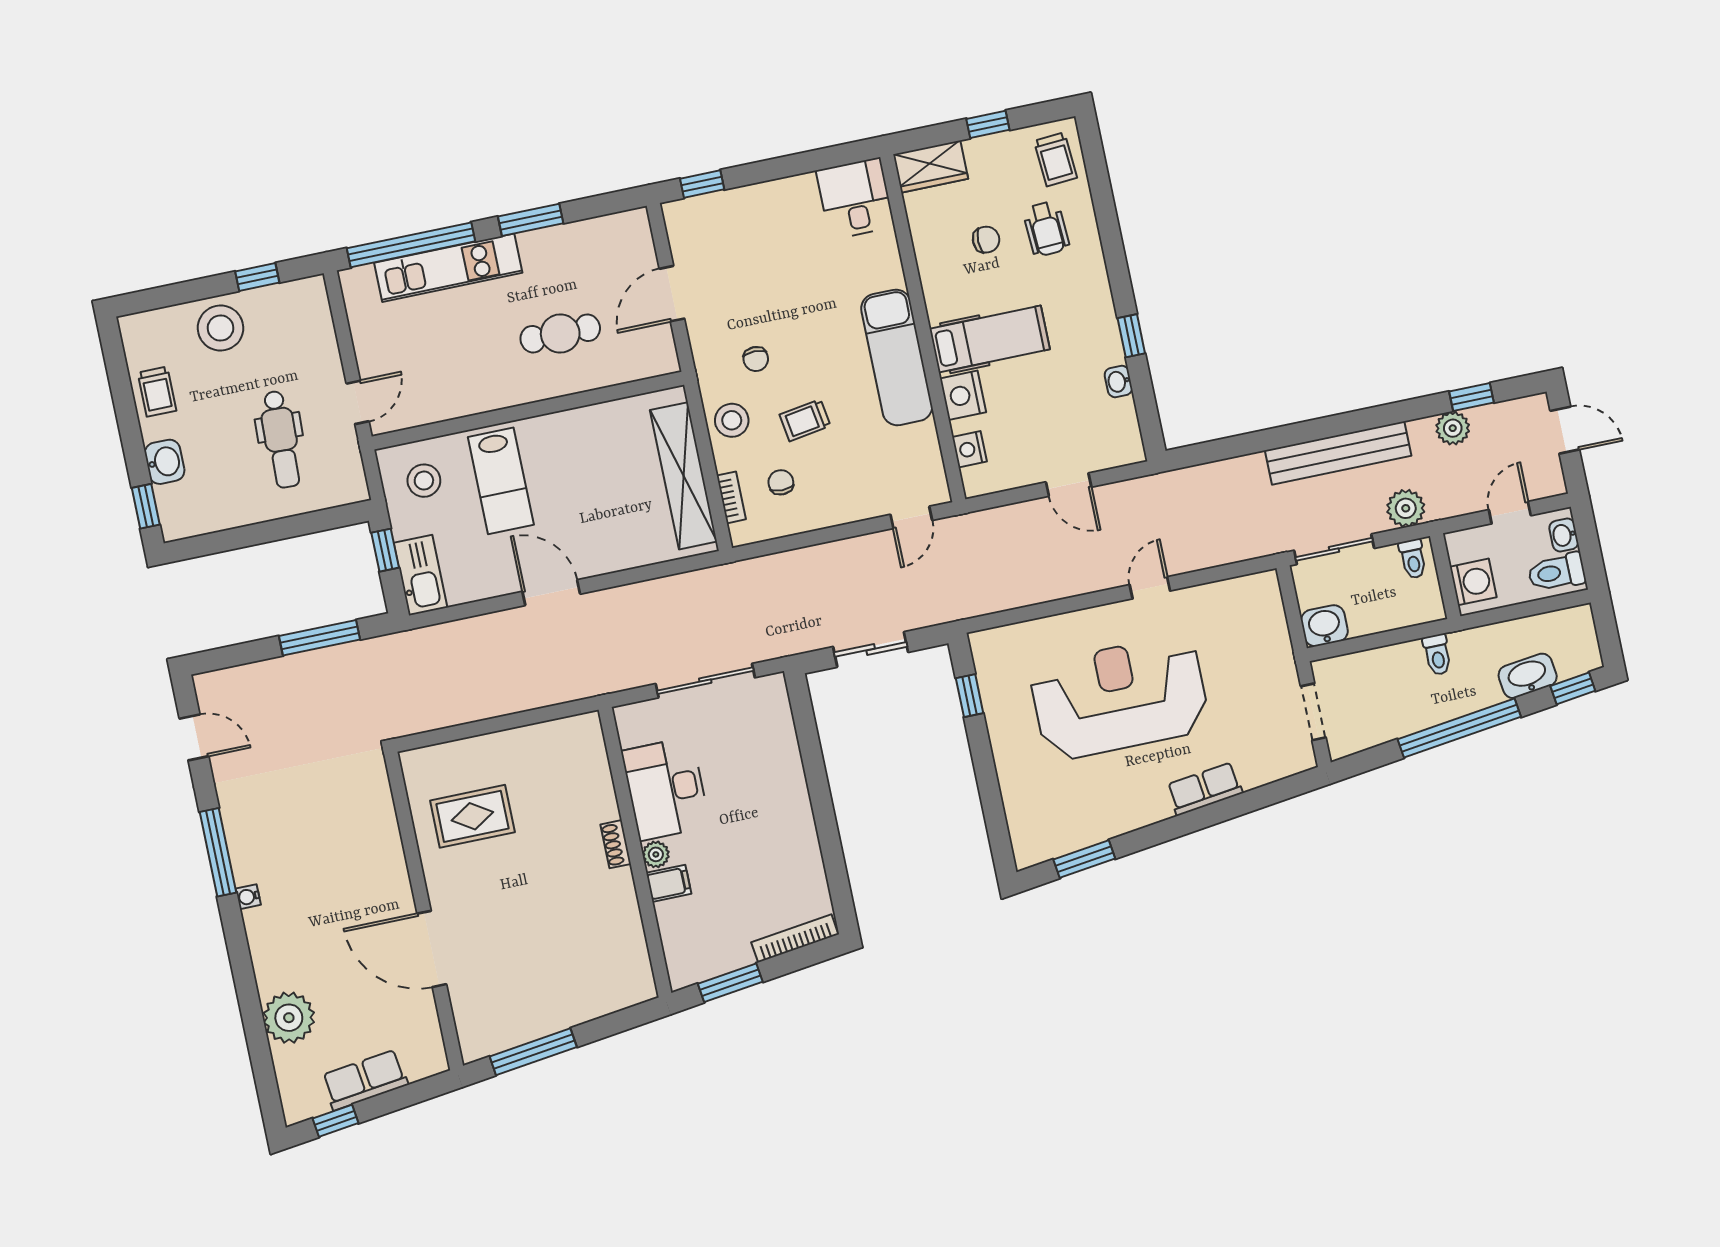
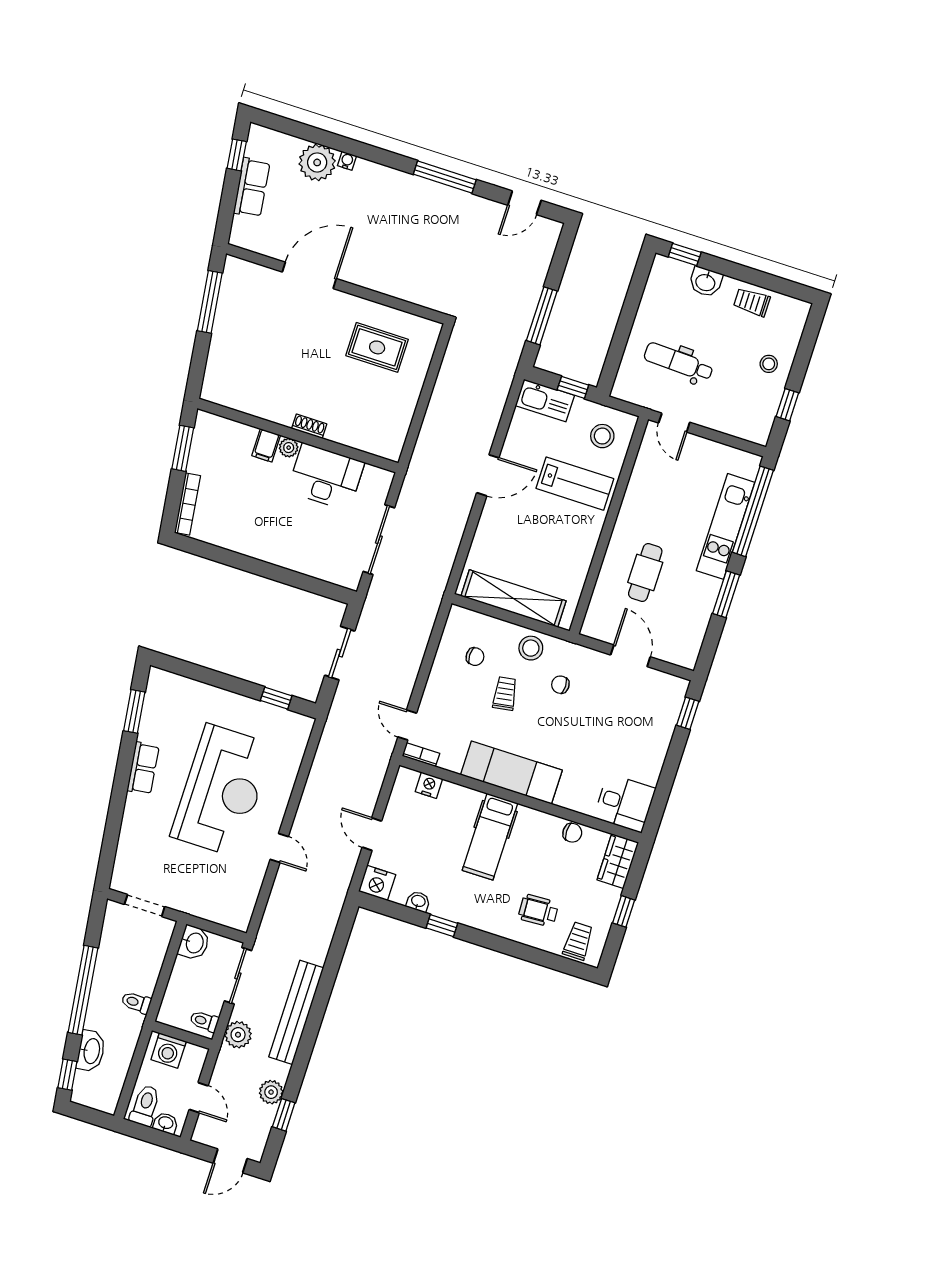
trolley: (1056, 159) -> (578, 941), turned 94
chair: (986, 240) -> (572, 833), moved, turned -90
stool: (221, 328) -> (769, 364), width x0.53, depth x0.53
nightstand: (963, 395) -> (377, 883), moved, turned 180
lab bench: (501, 481) -> (575, 484), turned 180
door: (1069, 485) -> (372, 834), hinge flipped
bookcase: (731, 497) -> (421, 755), moved, turned 180
row of seats: (1205, 789) -> (143, 768), moved
rug: (472, 816) -> (377, 347), turned 90
water cooler: (248, 897) -> (347, 161), moved

